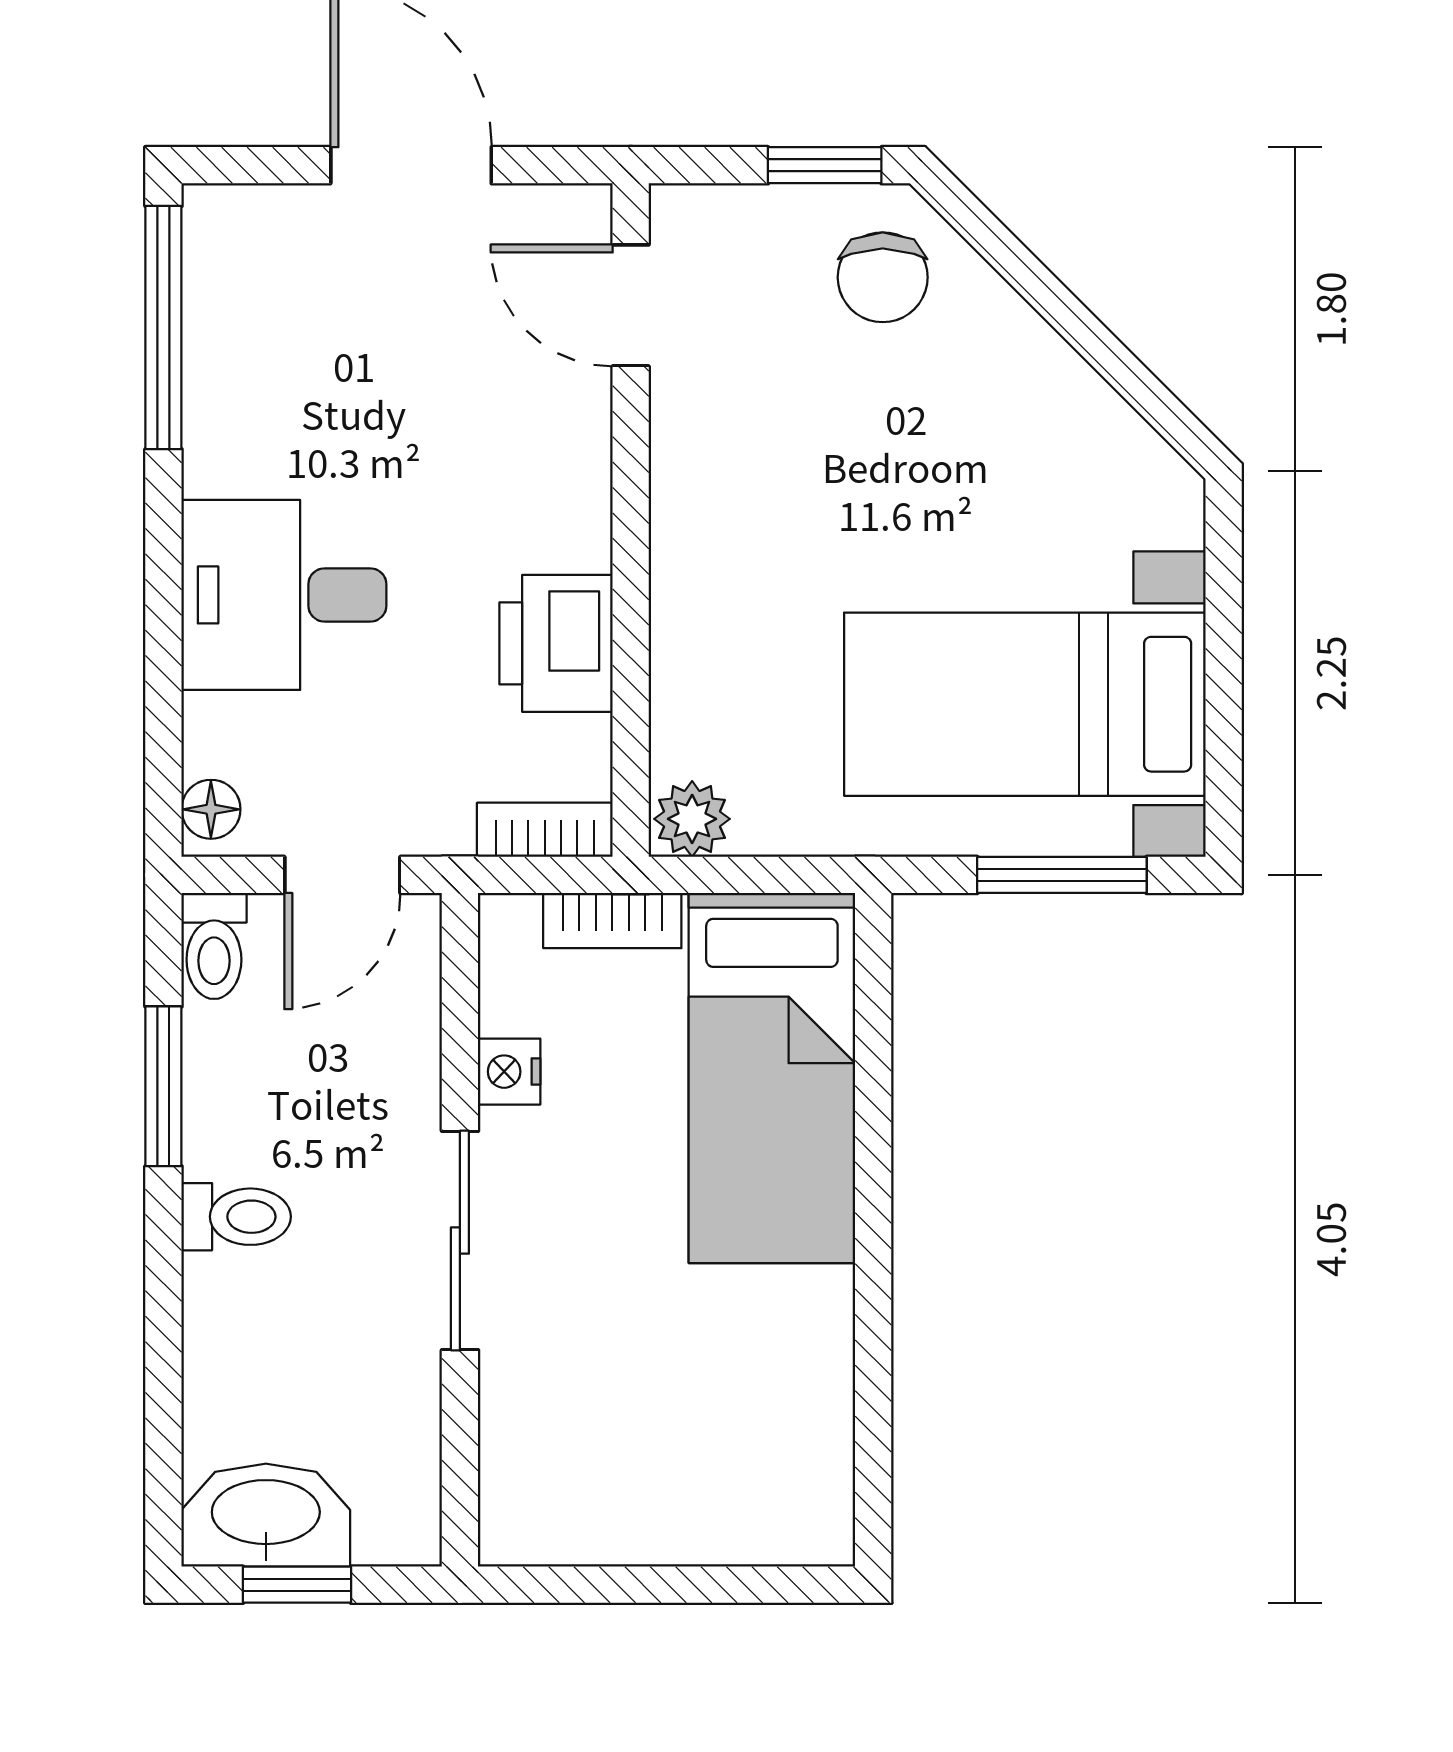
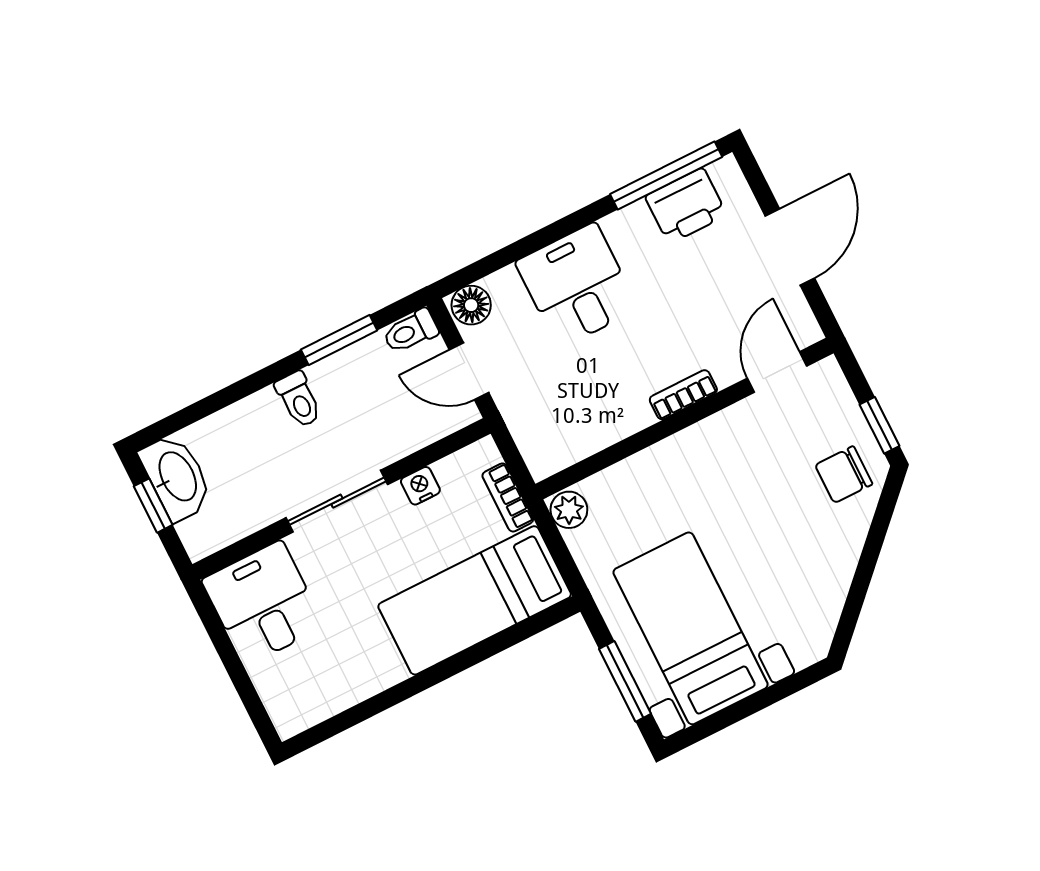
printer: (556, 643) -> (686, 206), moved, turned 180
floor lamp: (211, 809) -> (471, 305), width x1.37, depth x1.37
bookcase: (545, 830) -> (683, 395), moved, turned -90
desk: (580, 1472) -> (263, 603), added

